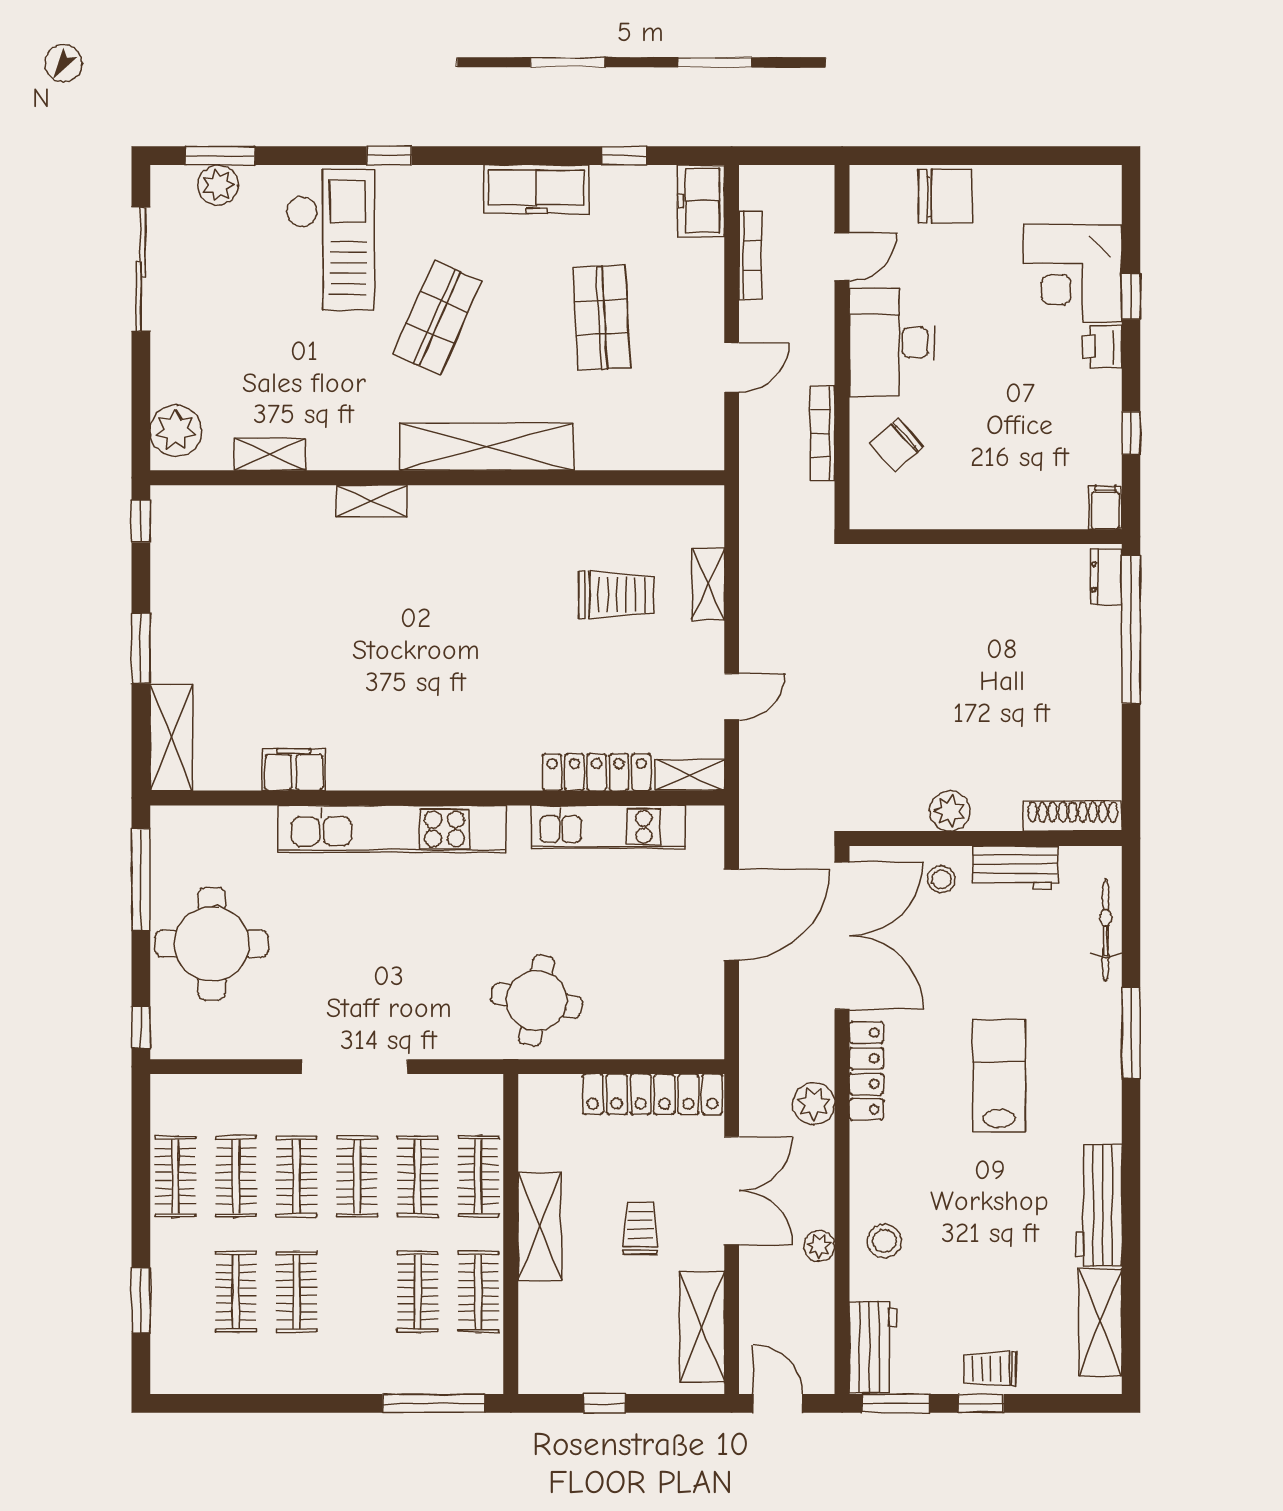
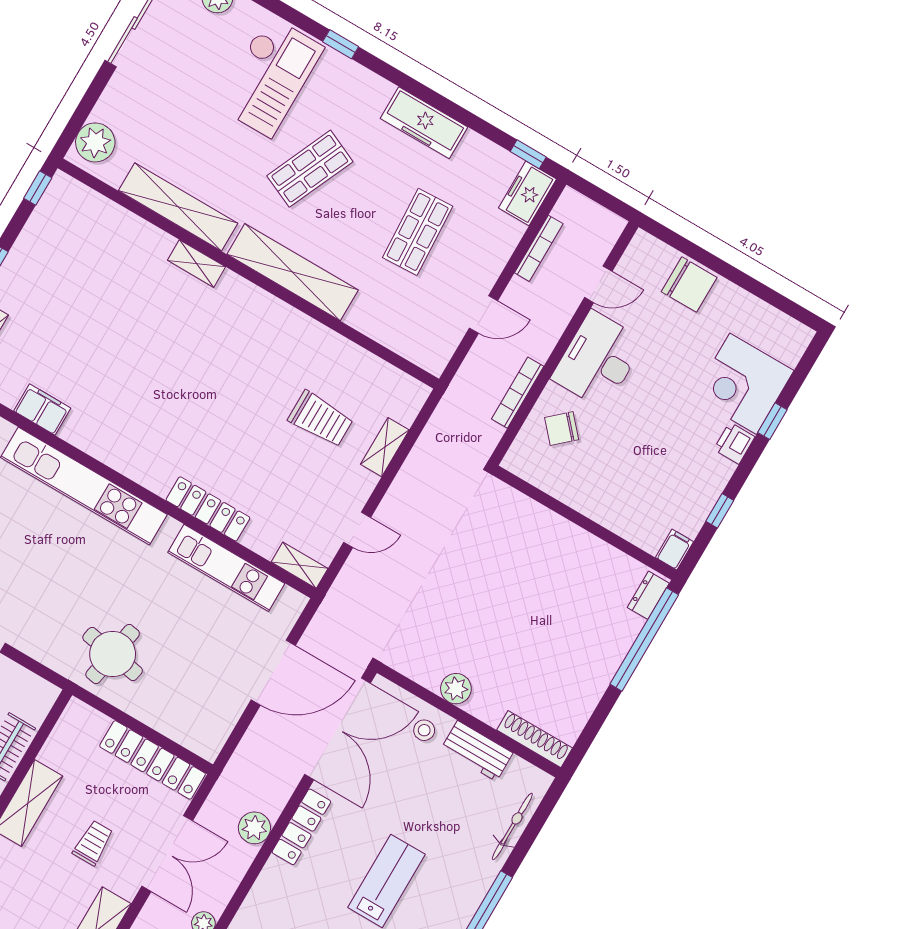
window: (624, 156) -> (528, 154), moved
shelving: (270, 454) -> (178, 207), width x2.20, depth x1.33
locker: (597, 772) -> (208, 509), moved

